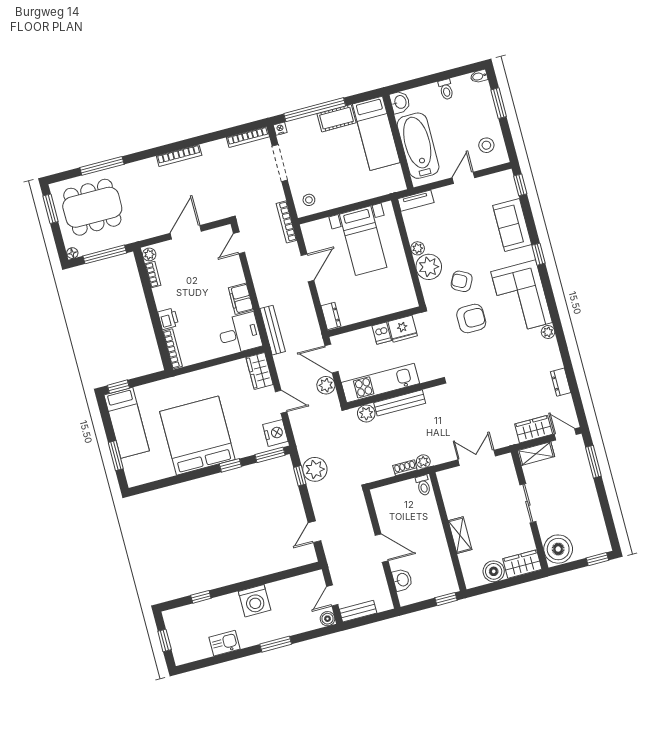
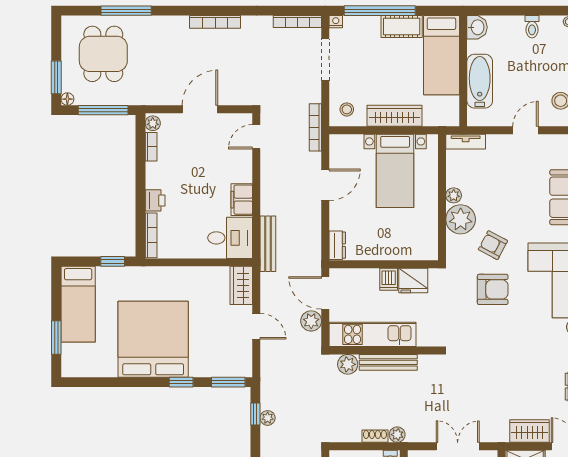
bathtub: (418, 146) -> (480, 81), width x0.73, depth x0.73
wardrobe: (350, 195) -> (394, 116), added
dining table: (92, 207) -> (103, 54), width x0.73
window: (50, 209) -> (56, 77), moved
window: (118, 387) -> (113, 261), moved
nightstand: (275, 433) -> (241, 359), removed
plant: (315, 469) -> (268, 418), width x0.53, depth x0.53

